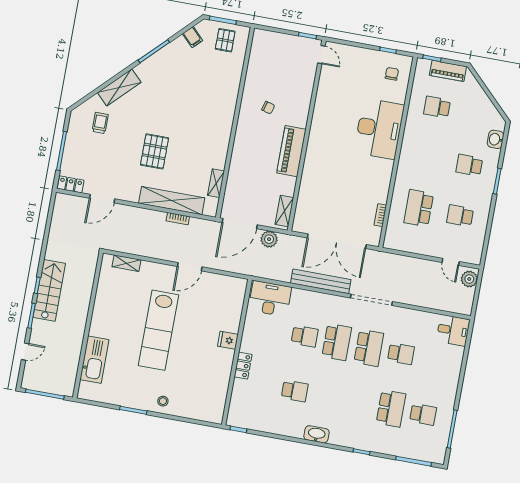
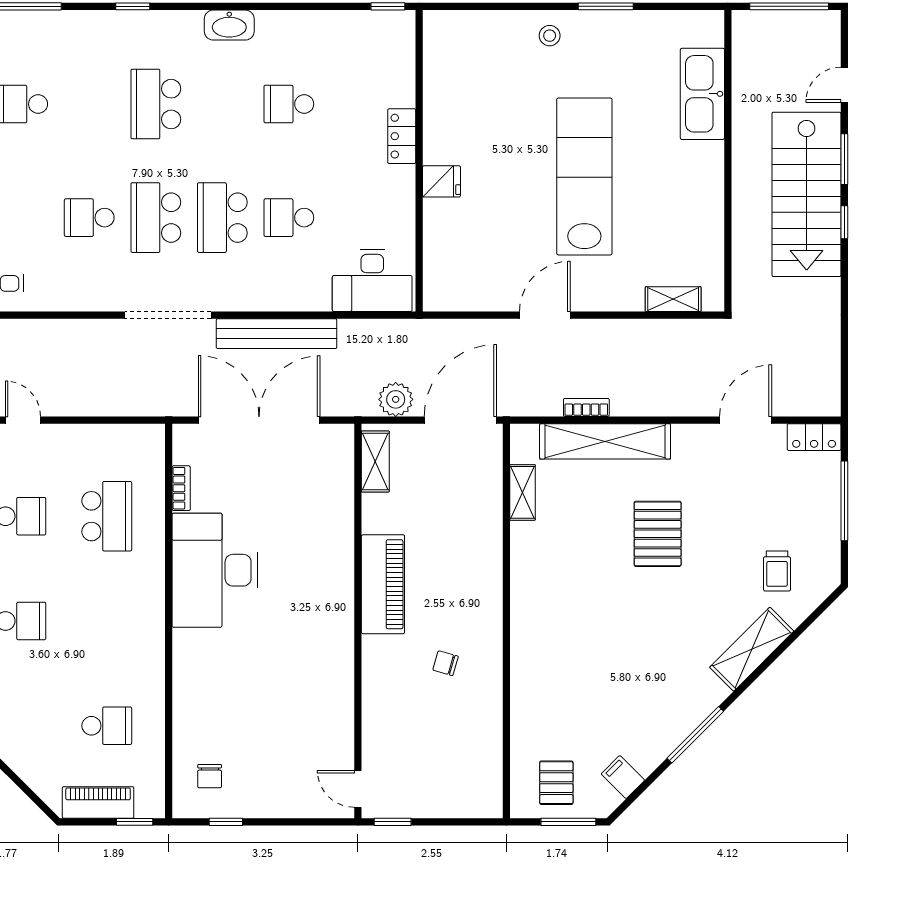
desk: (379, 129) -> (215, 570), moved
stairs: (49, 290) -> (807, 194), width x1.36, depth x1.51
school desk: (391, 408) -> (156, 104), moved

